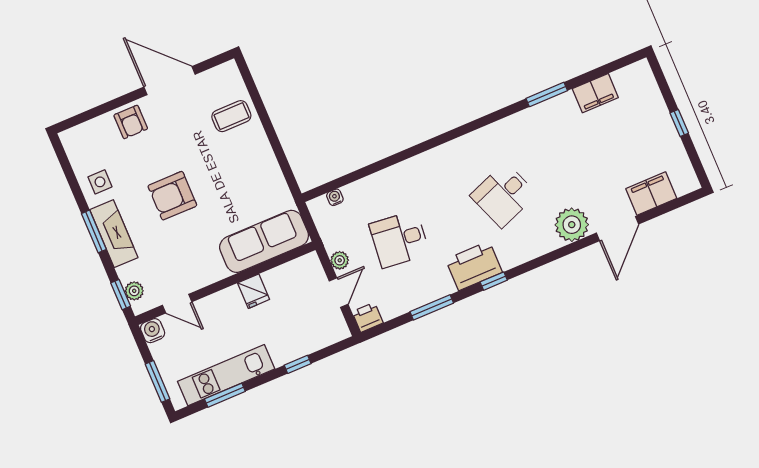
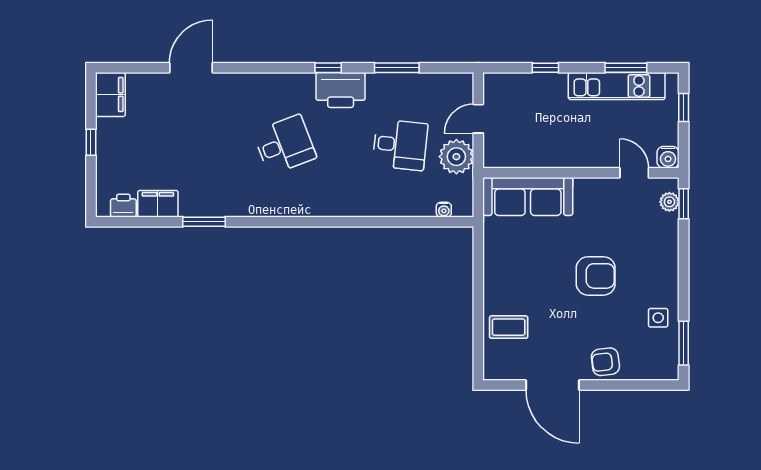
armchair: (131, 122) -> (605, 362), turned -97
filing cabinet: (651, 194) -> (110, 95), moved, turned -90
plant: (572, 225) -> (232, 90), removed
window: (94, 231) -> (684, 343), moved
fireplace: (114, 234) -> (666, 264), removed
plant: (340, 260) -> (456, 157), width x1.88, depth x1.88
fridge: (254, 291) -> (558, 154), removed
printer: (368, 317) -> (123, 206), moved, turned 180
window: (158, 381) -> (684, 108), width x0.67

